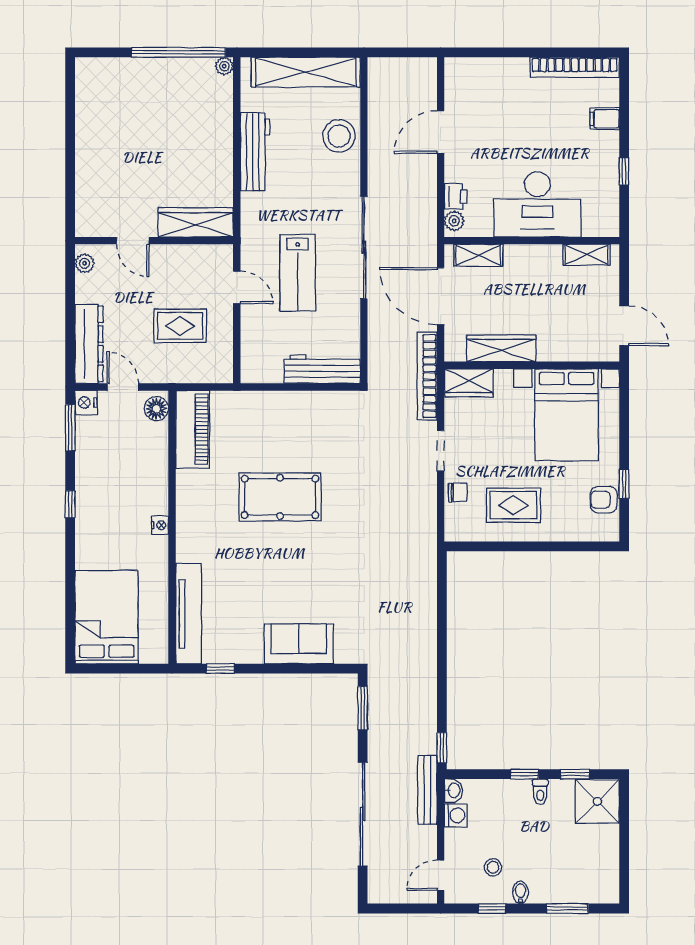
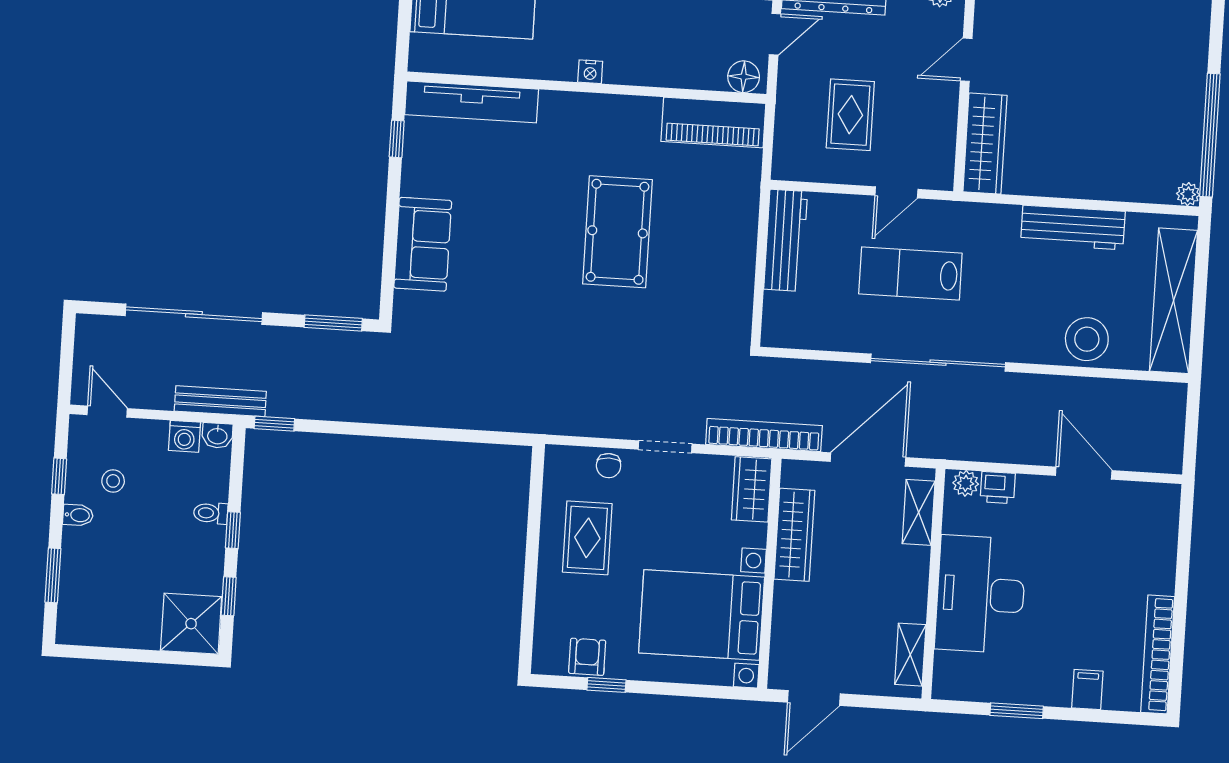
window: (624, 171) -> (1017, 711), width x1.50
workbench: (322, 369) -> (786, 240), moved
toilet: (540, 792) -> (211, 513), moved

